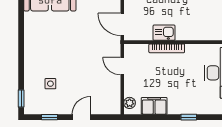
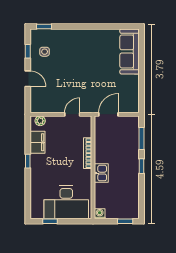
kitchen sink: (164, 33) -> (101, 173), moved
side table: (50, 84) -> (45, 52), moved
window: (189, 117) -> (28, 161), moved

